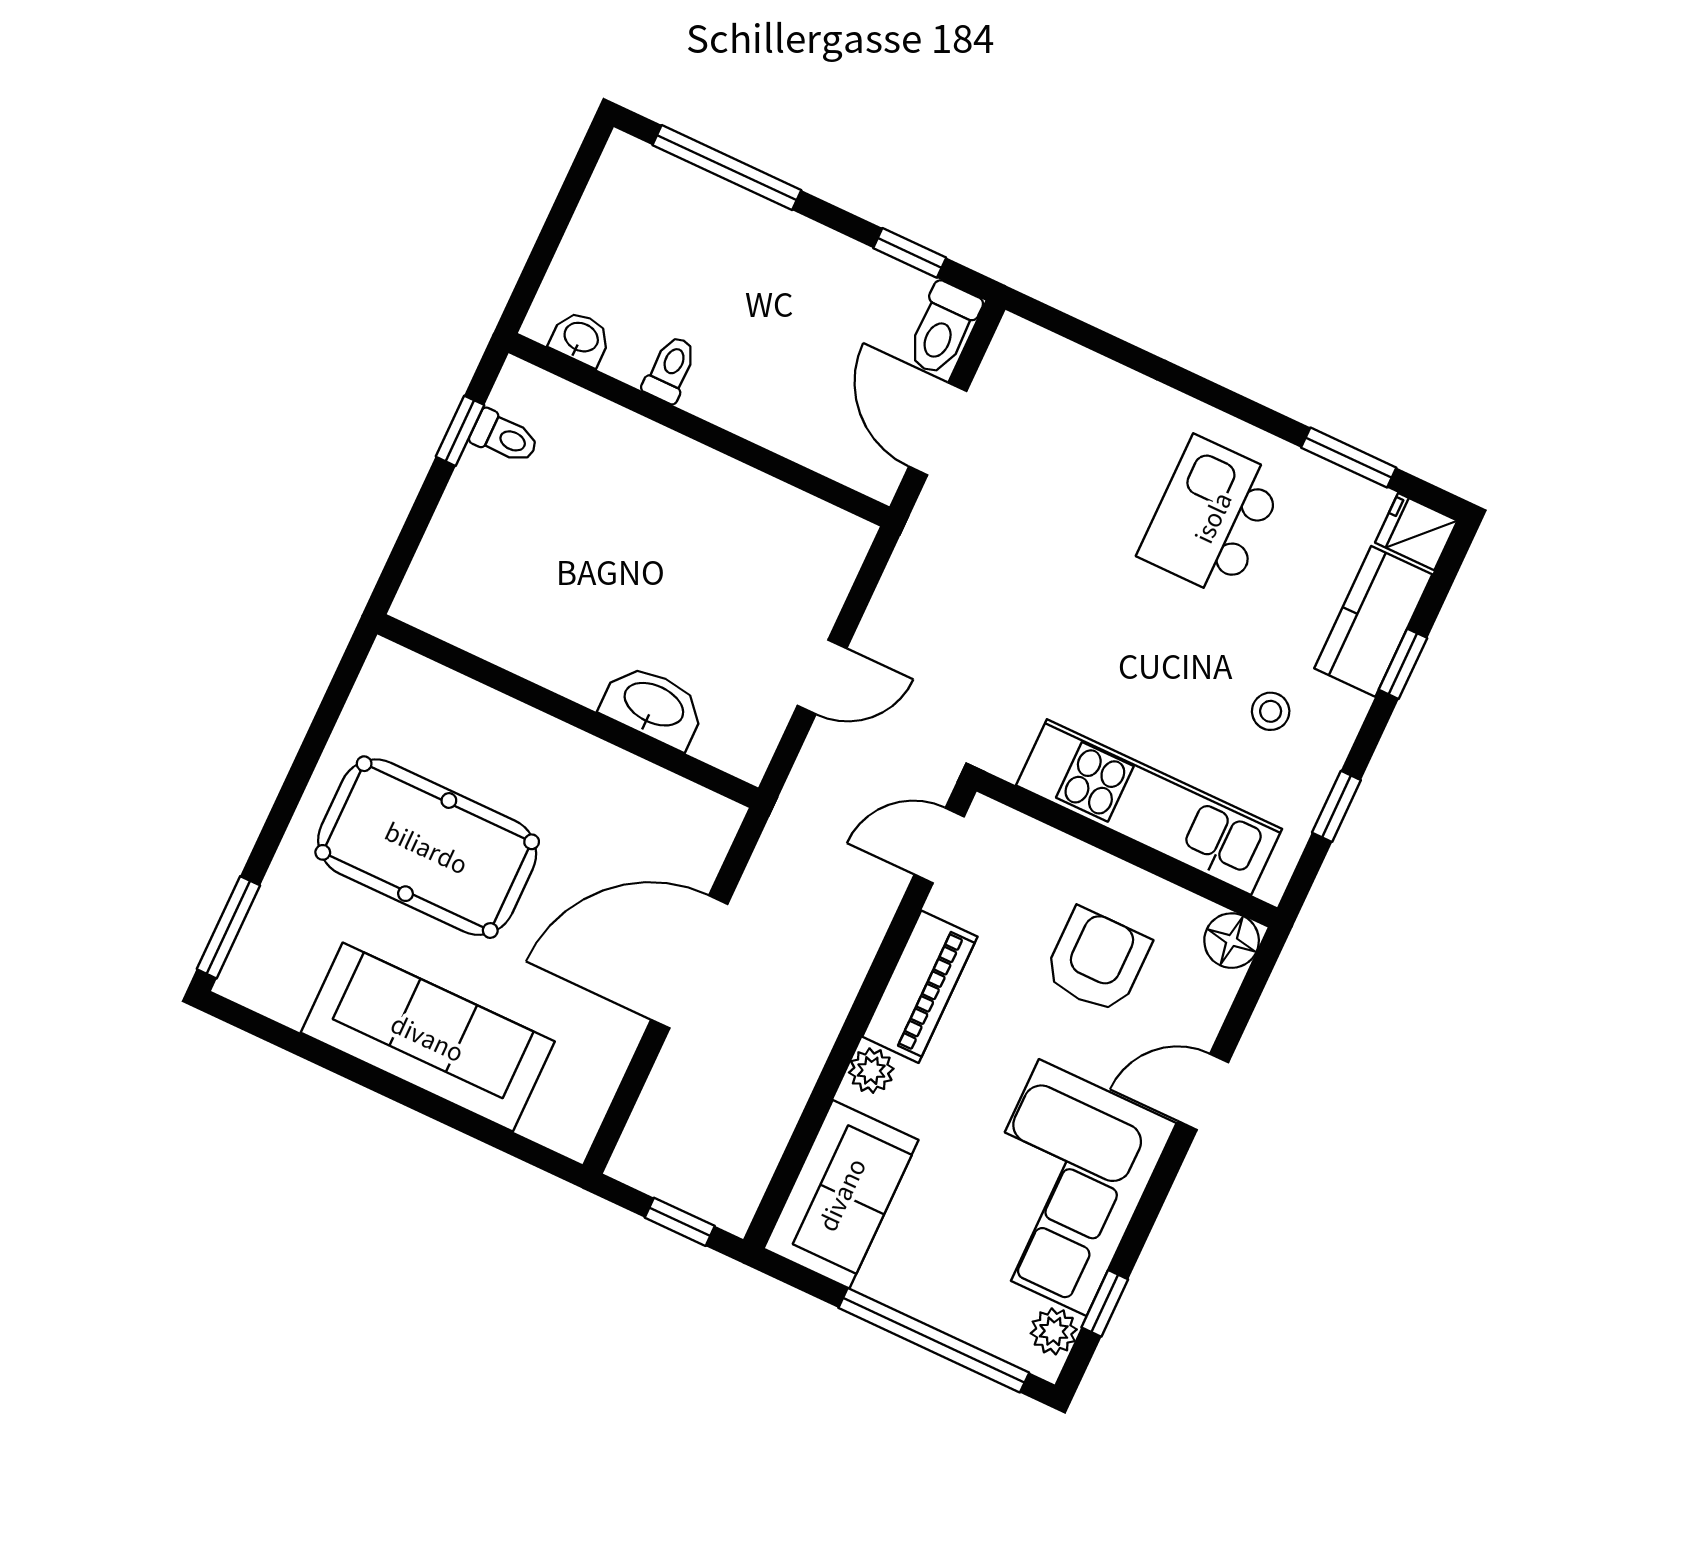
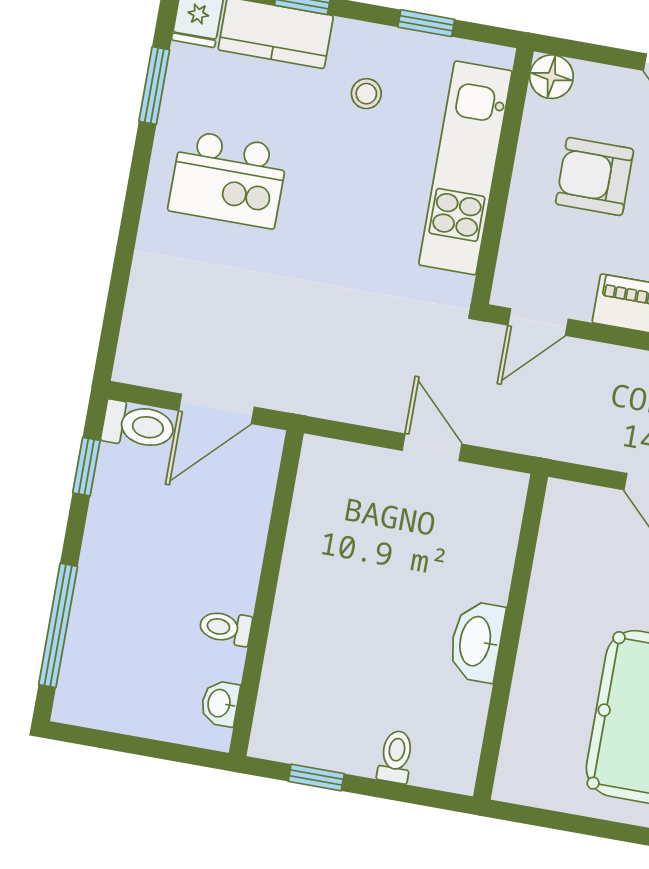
toilet: (504, 437) -> (396, 757), moved
washbasin: (653, 706) -> (477, 641), moved
door: (939, 845) -> (538, 322), hinge flipped

